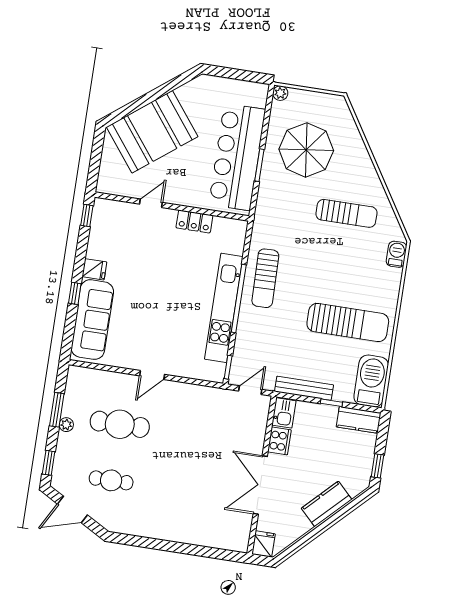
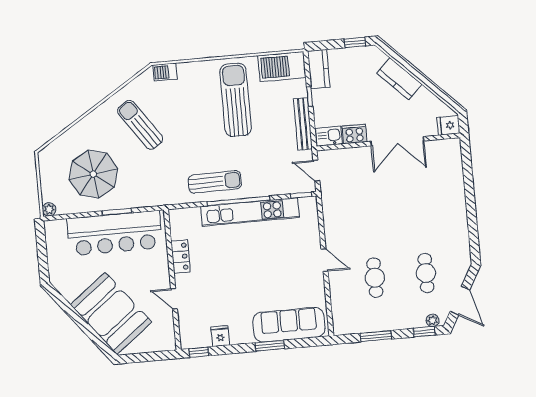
sun lounger: (346, 213) -> (140, 125), turned -35
fridge: (94, 269) -> (220, 336), moved
window: (75, 293) -> (270, 346), width x1.50
cafe table: (120, 424) -> (375, 278), width x0.73, depth x0.74
plant: (66, 425) -> (433, 320), moved

